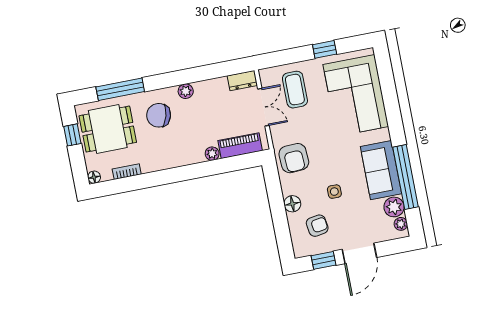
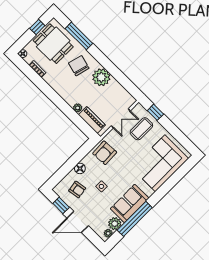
window: (325, 49) -> (155, 112), moved
dresser: (242, 81) -> (127, 98), removed
plant: (186, 91) -> (101, 77), width x1.87, depth x1.87

